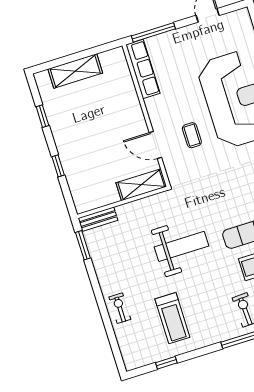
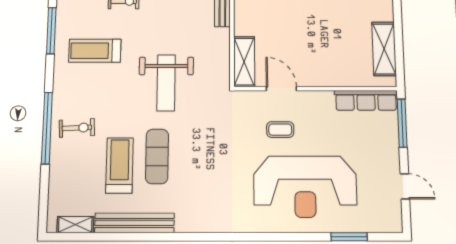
shelving: (75, 71) -> (384, 49), moved
door: (155, 145) -> (281, 89), hinge flipped
window: (166, 363) -> (51, 31), width x2.17

